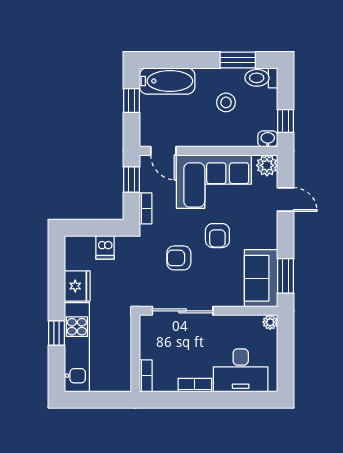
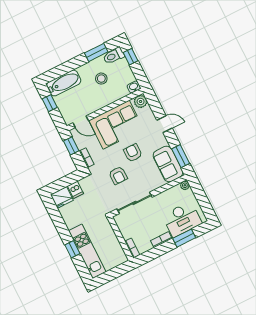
window: (285, 121) -> (131, 57), moved
door: (285, 199) -> (164, 124), moved
armchair: (217, 236) -> (133, 153), turned 180
armchair: (179, 258) -> (118, 175), turned -90
fridge: (77, 286) -> (62, 197), moved, turned 90
window: (230, 400) -> (184, 238), added

